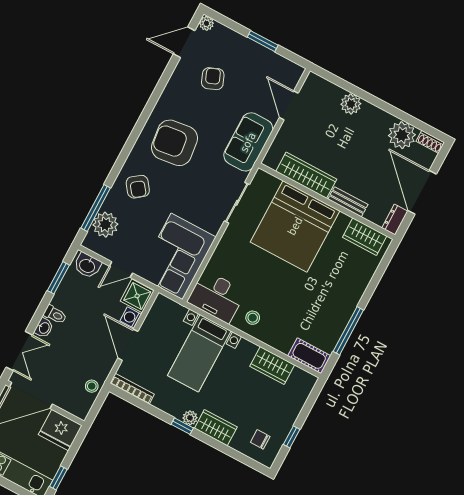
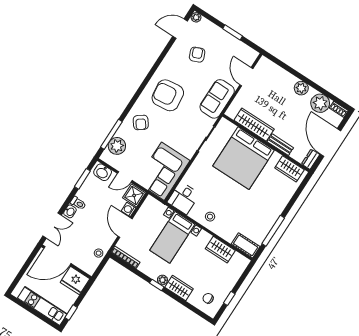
plant: (351, 104) -> (301, 88), moved
desk: (216, 297) -> (183, 198), width x0.73

